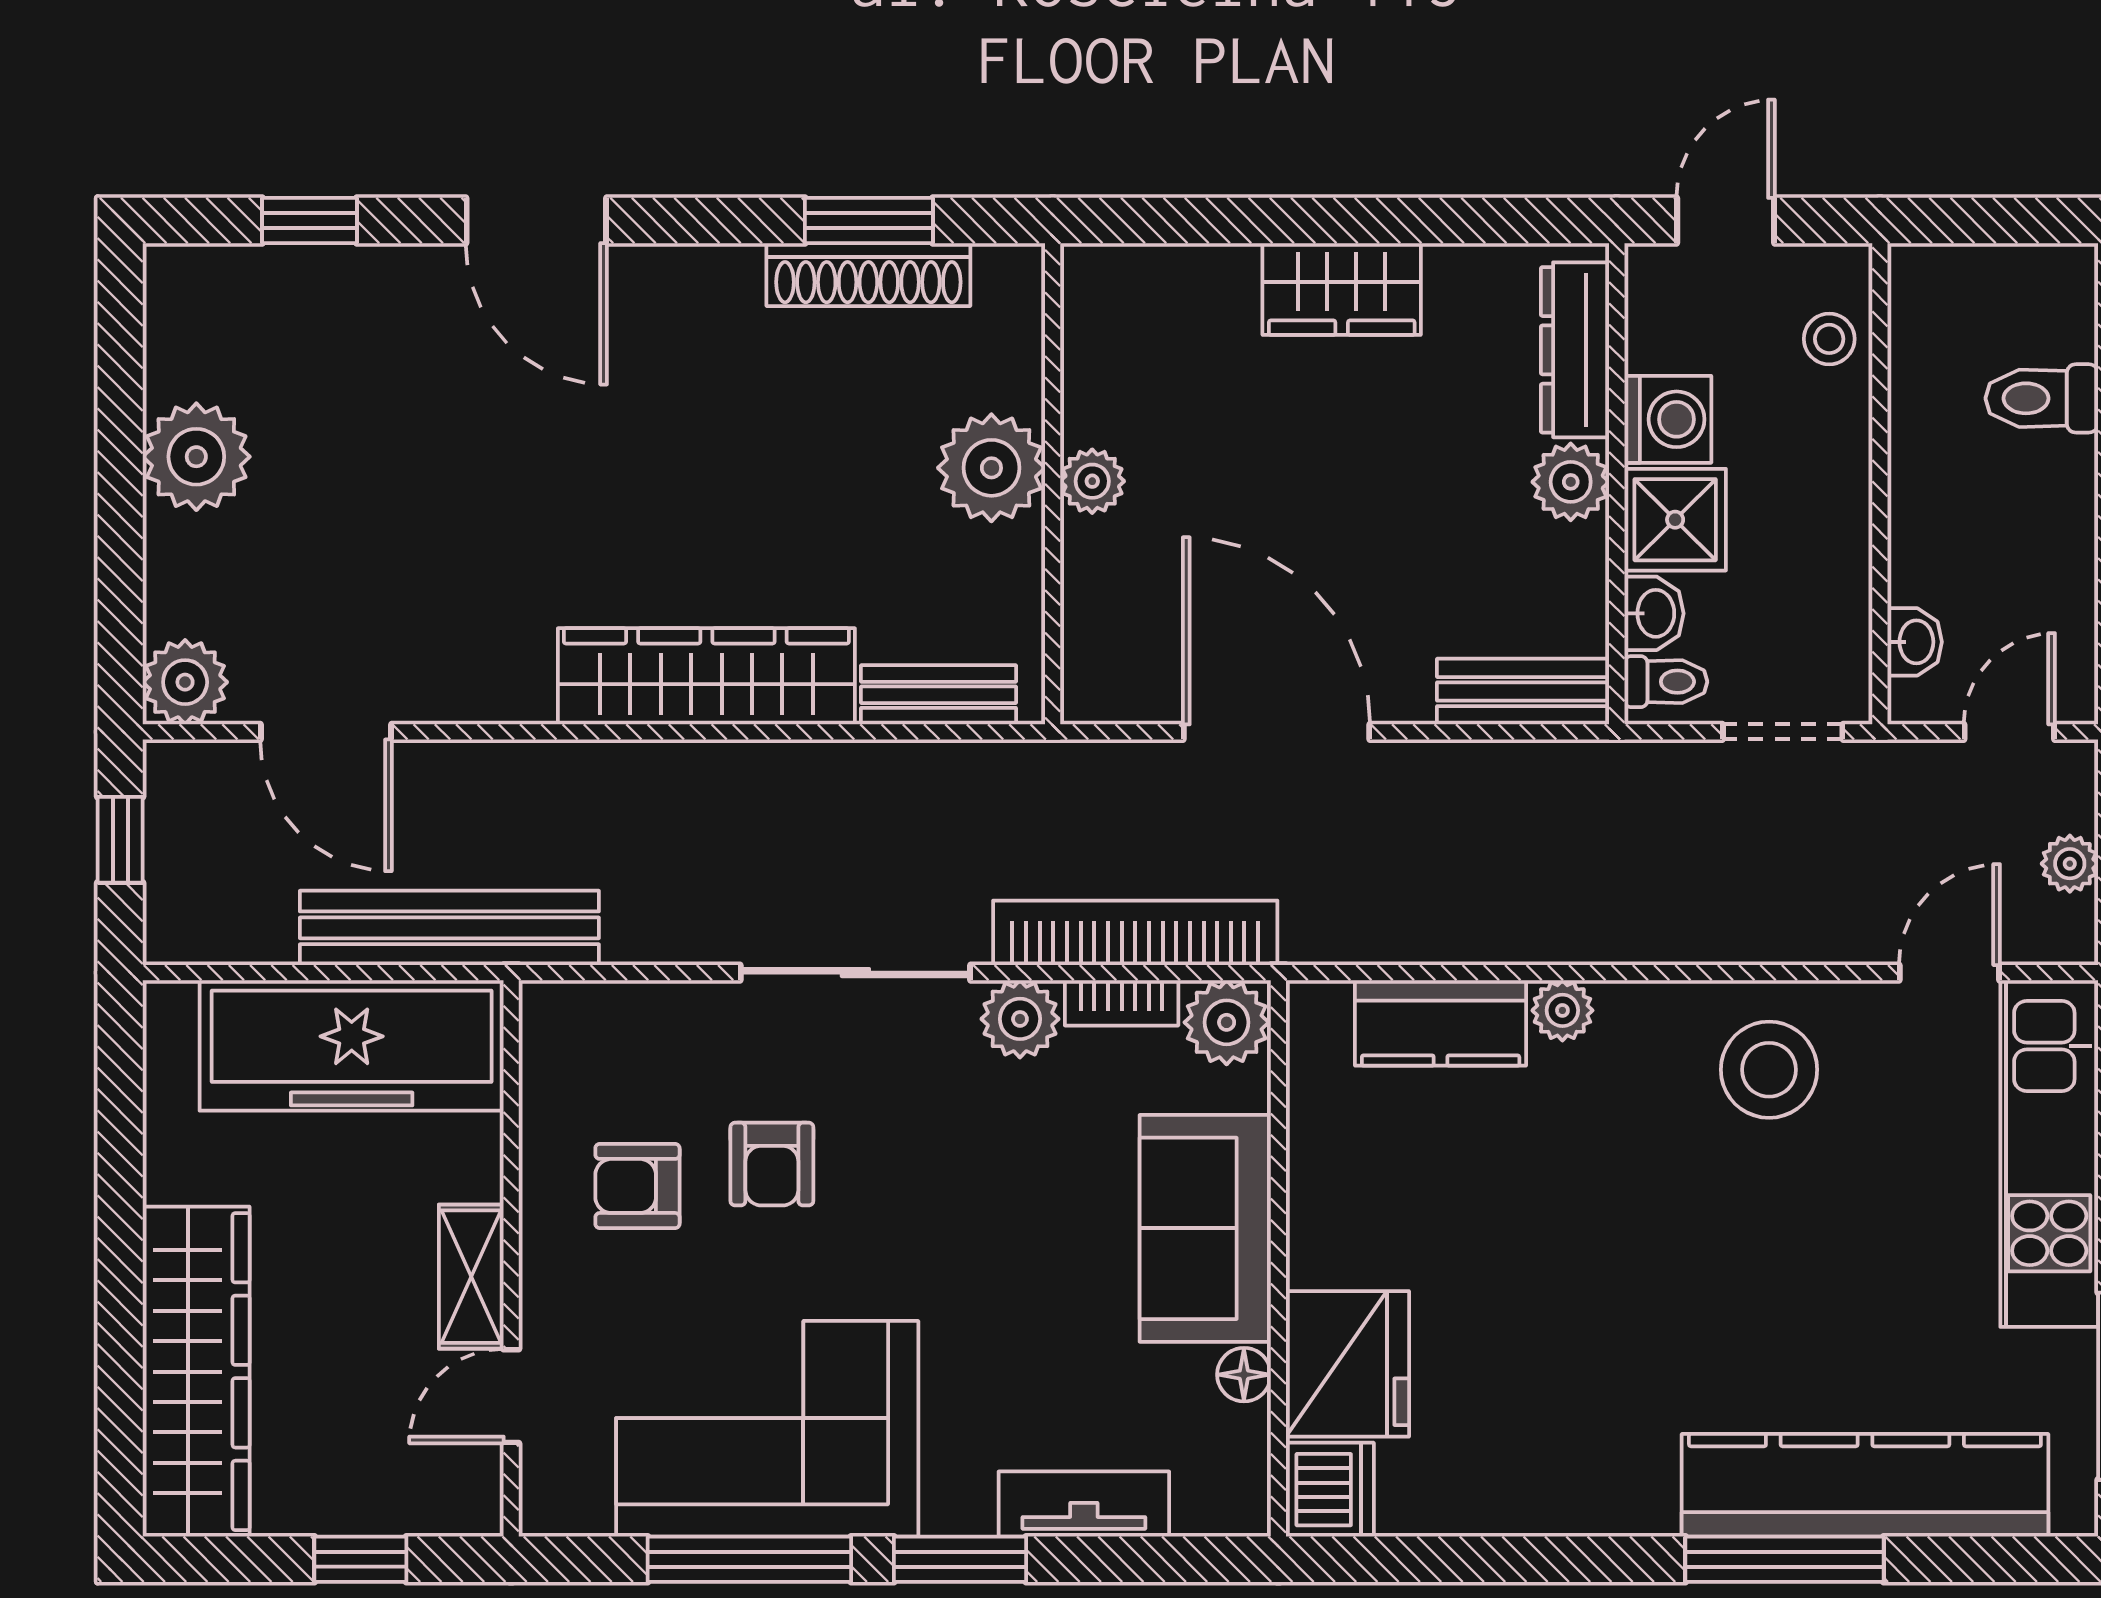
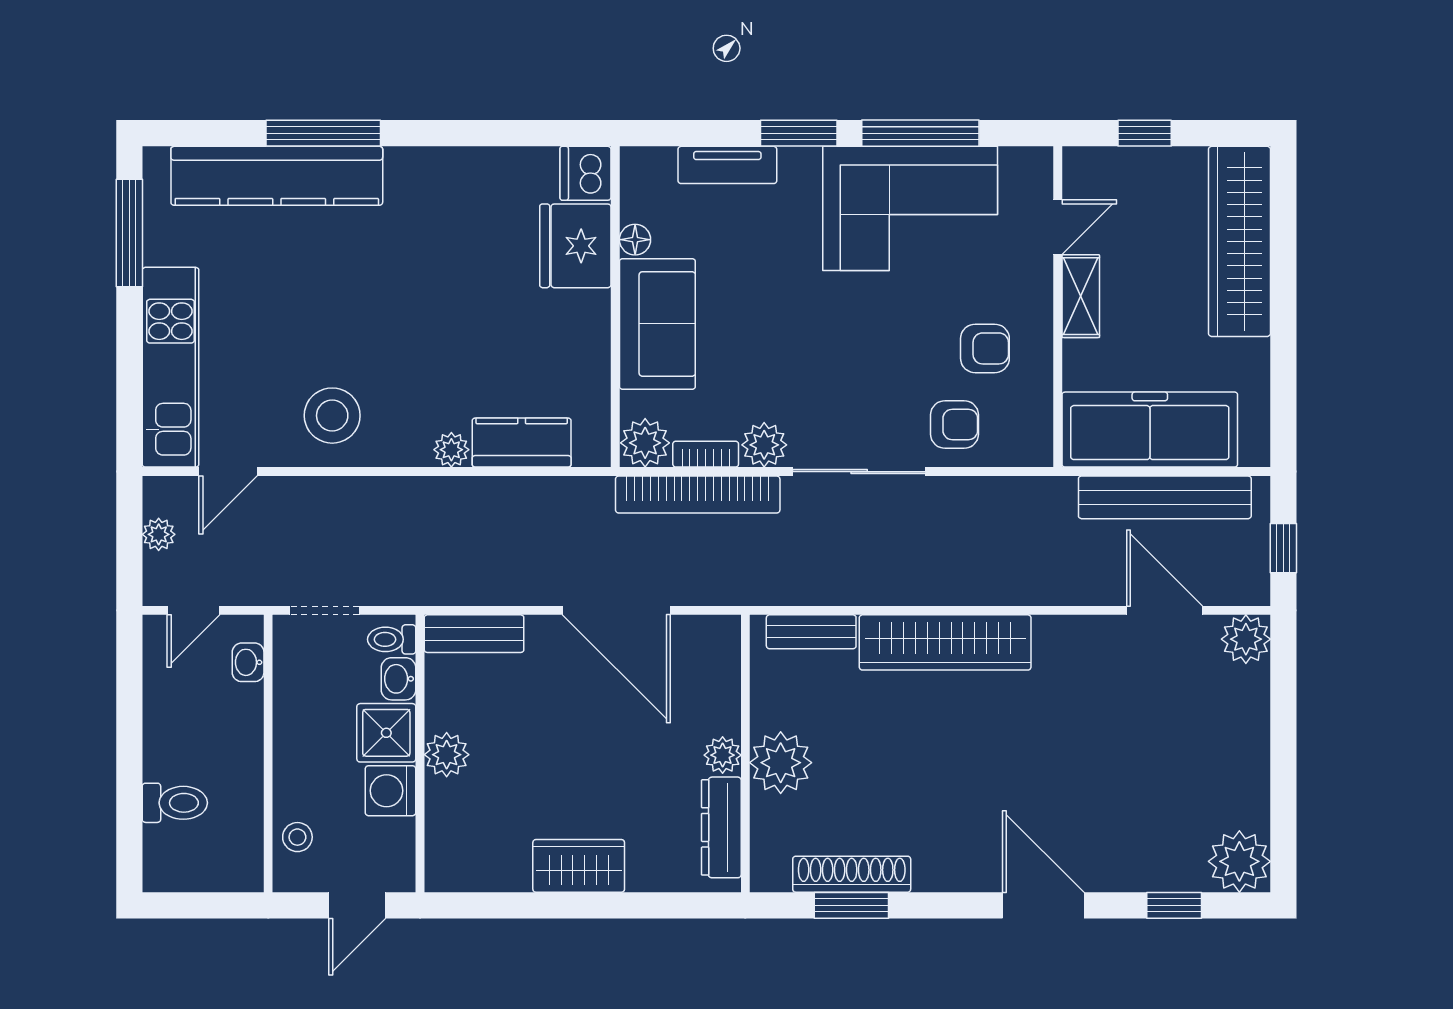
dresser: (1575, 350) -> (721, 827), moved, turned 180
plant: (196, 457) -> (1239, 861), moved
bench: (449, 928) -> (1165, 497), moved
armchair: (772, 1164) -> (955, 424), moved, turned 90

